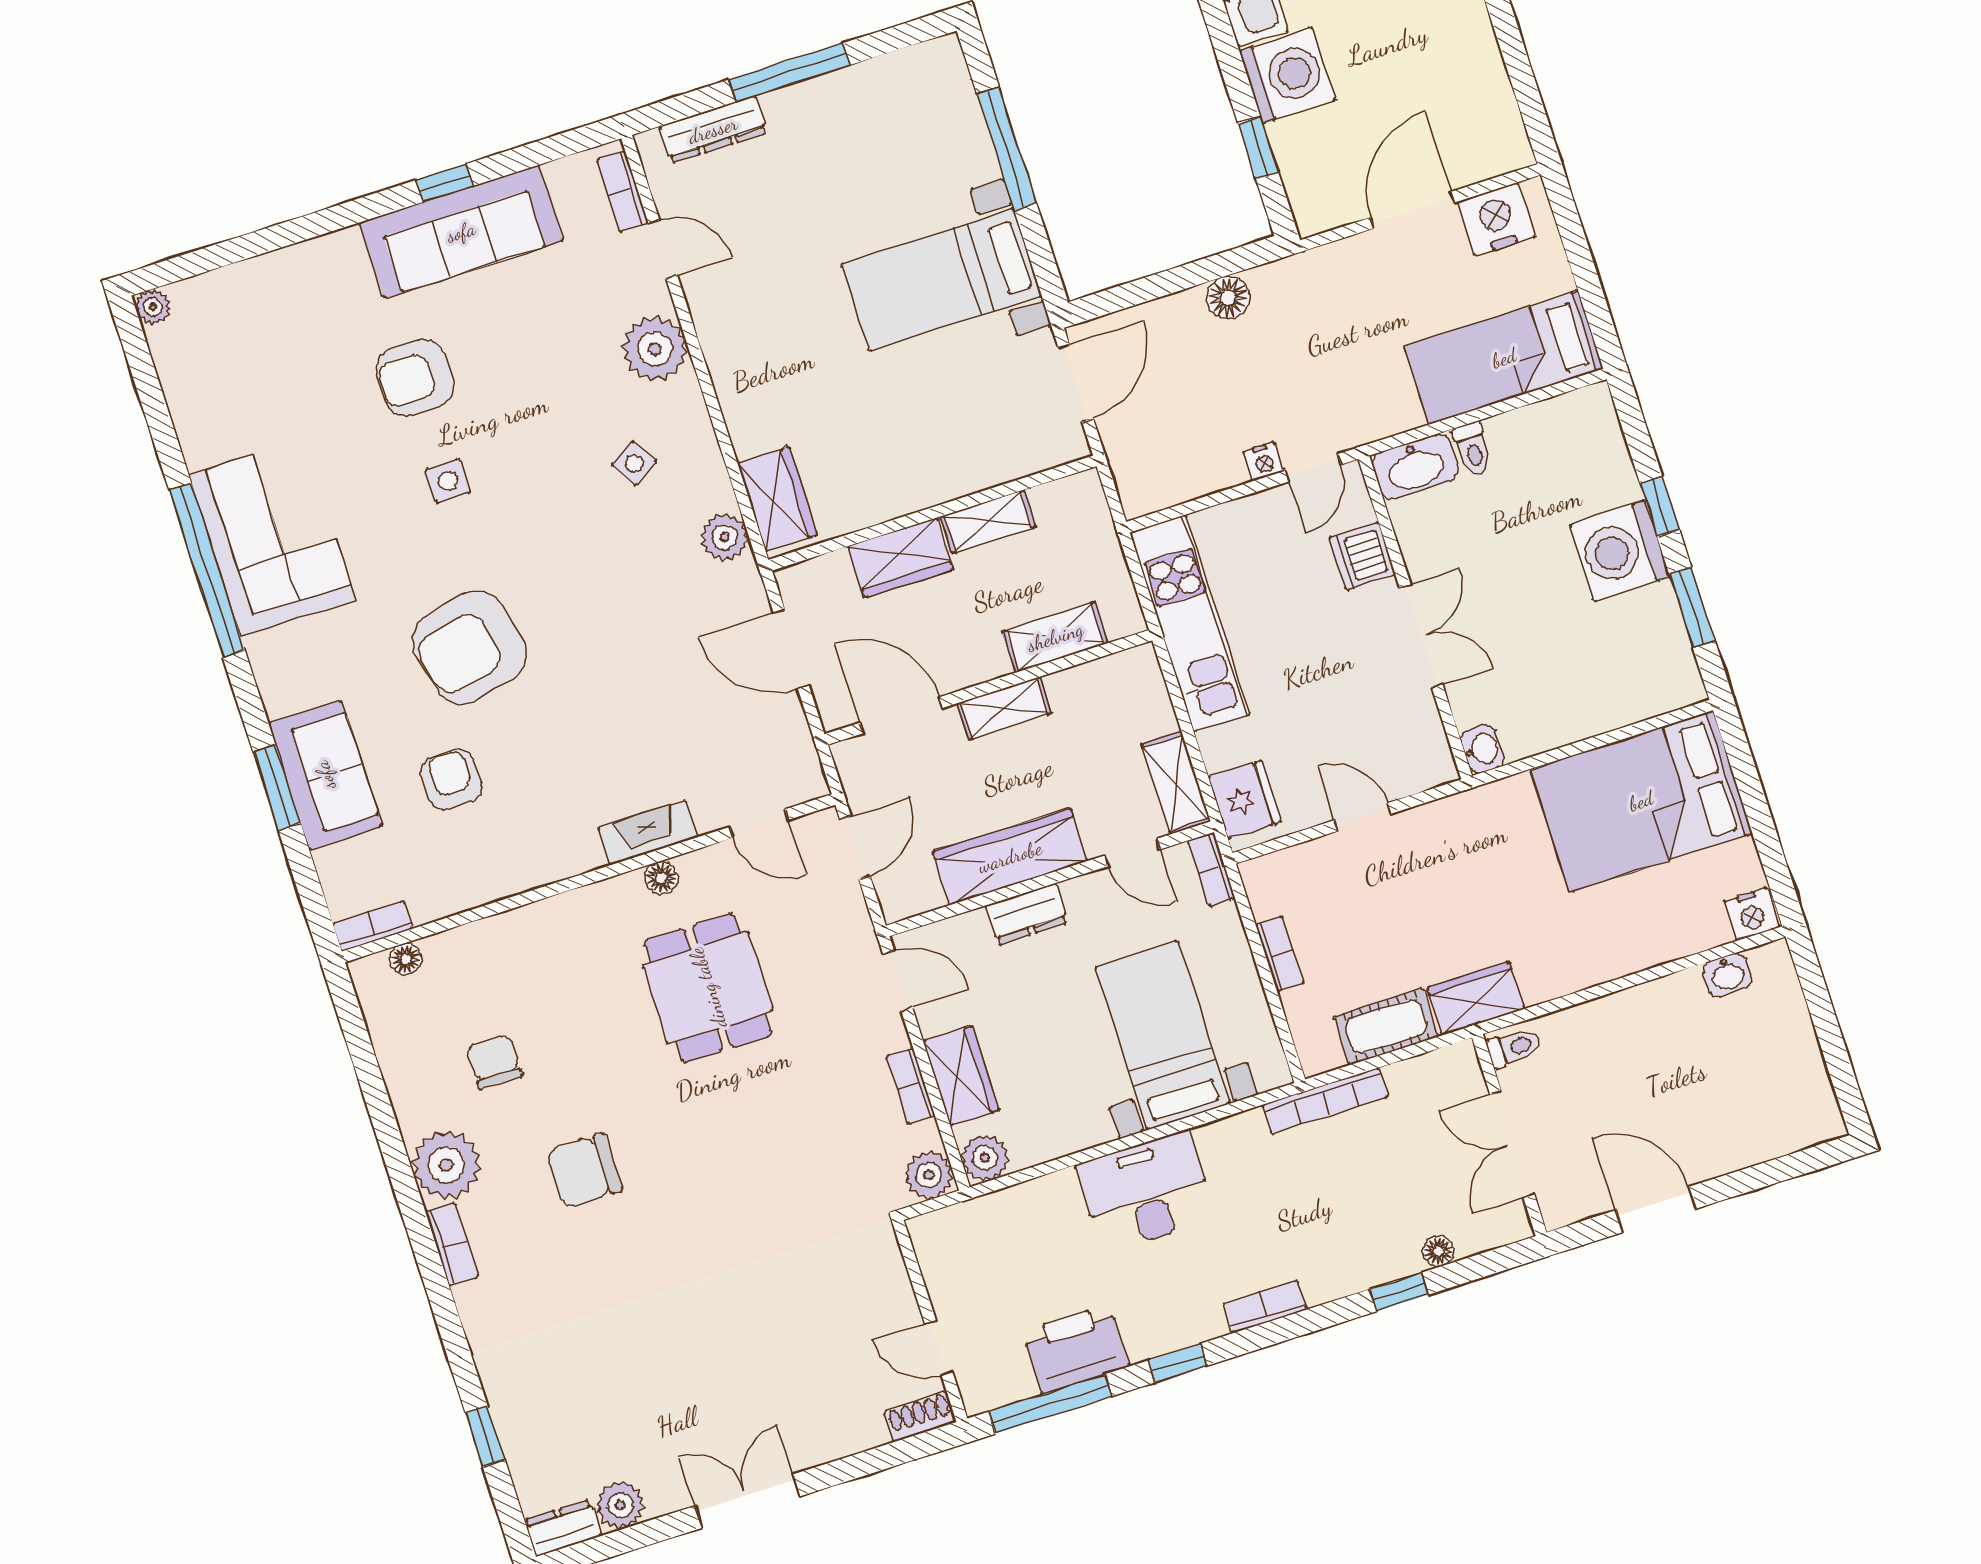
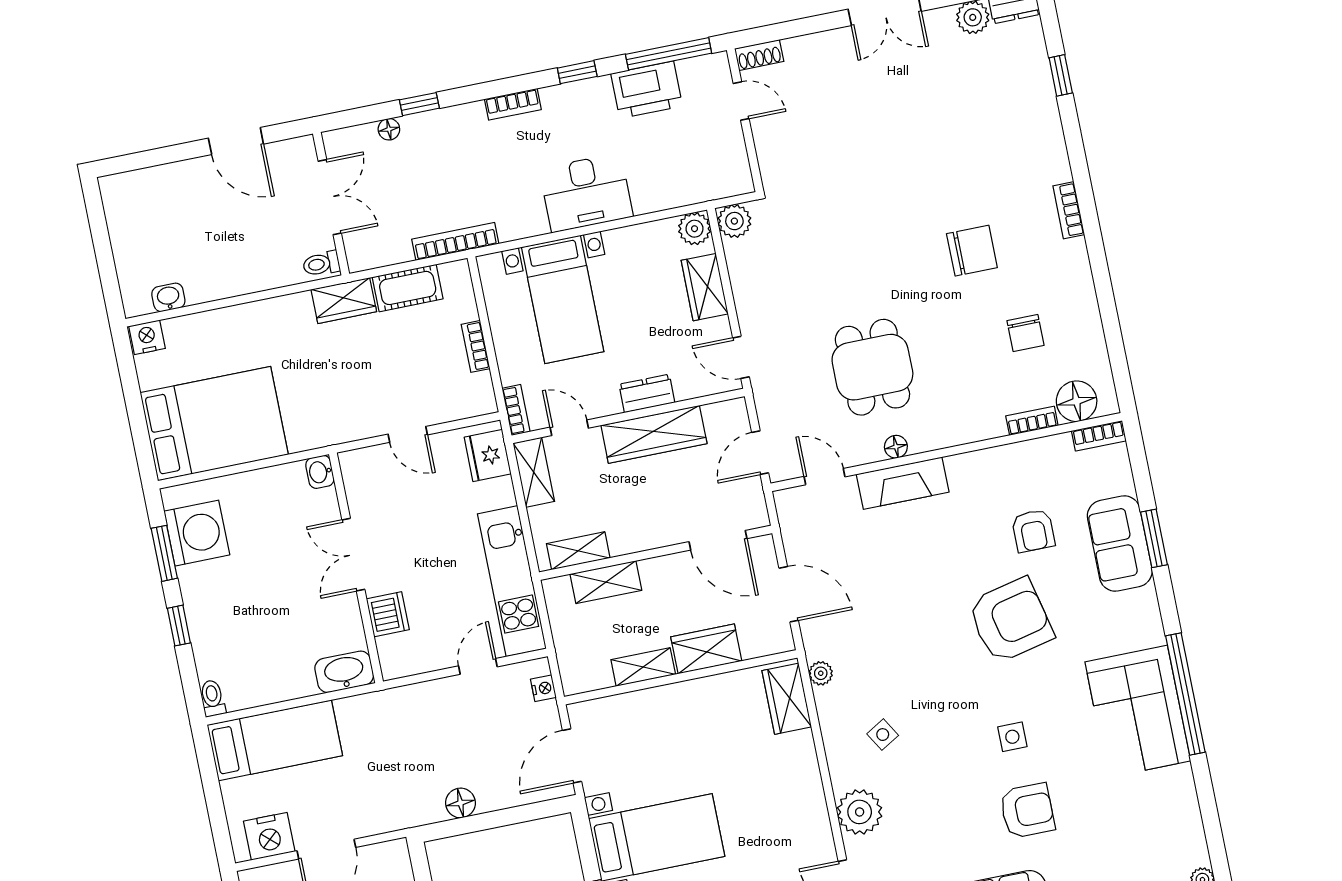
toilet: (1473, 449) -> (213, 698), moved
nightstand: (1264, 461) -> (543, 688), moved, turned 90
door: (1313, 468) -> (478, 666), moved
plant: (725, 537) -> (821, 673), width x0.73, depth x0.73
washing machine: (1620, 551) -> (197, 533), moved
shelving: (1004, 708) -> (578, 551), moved
fireplace: (648, 833) -> (903, 483), width x1.37, depth x1.32
floor lamp: (406, 959) -> (1077, 401), width x1.89, depth x1.89
bookcase: (911, 1086) -> (1032, 421), moved, turned -90
plant: (446, 1165) -> (1066, 265), removed

